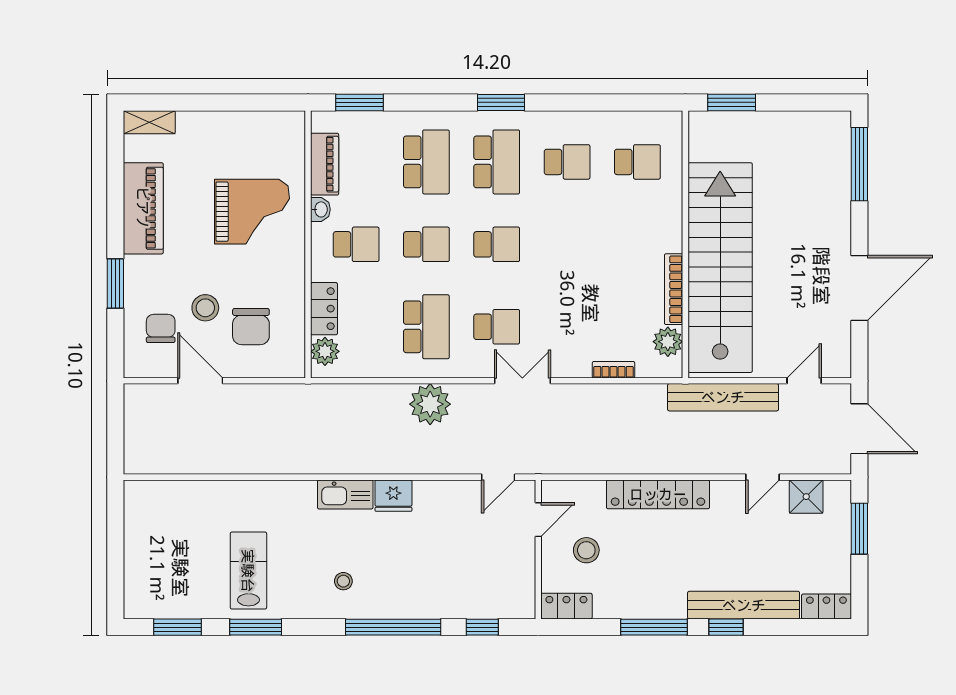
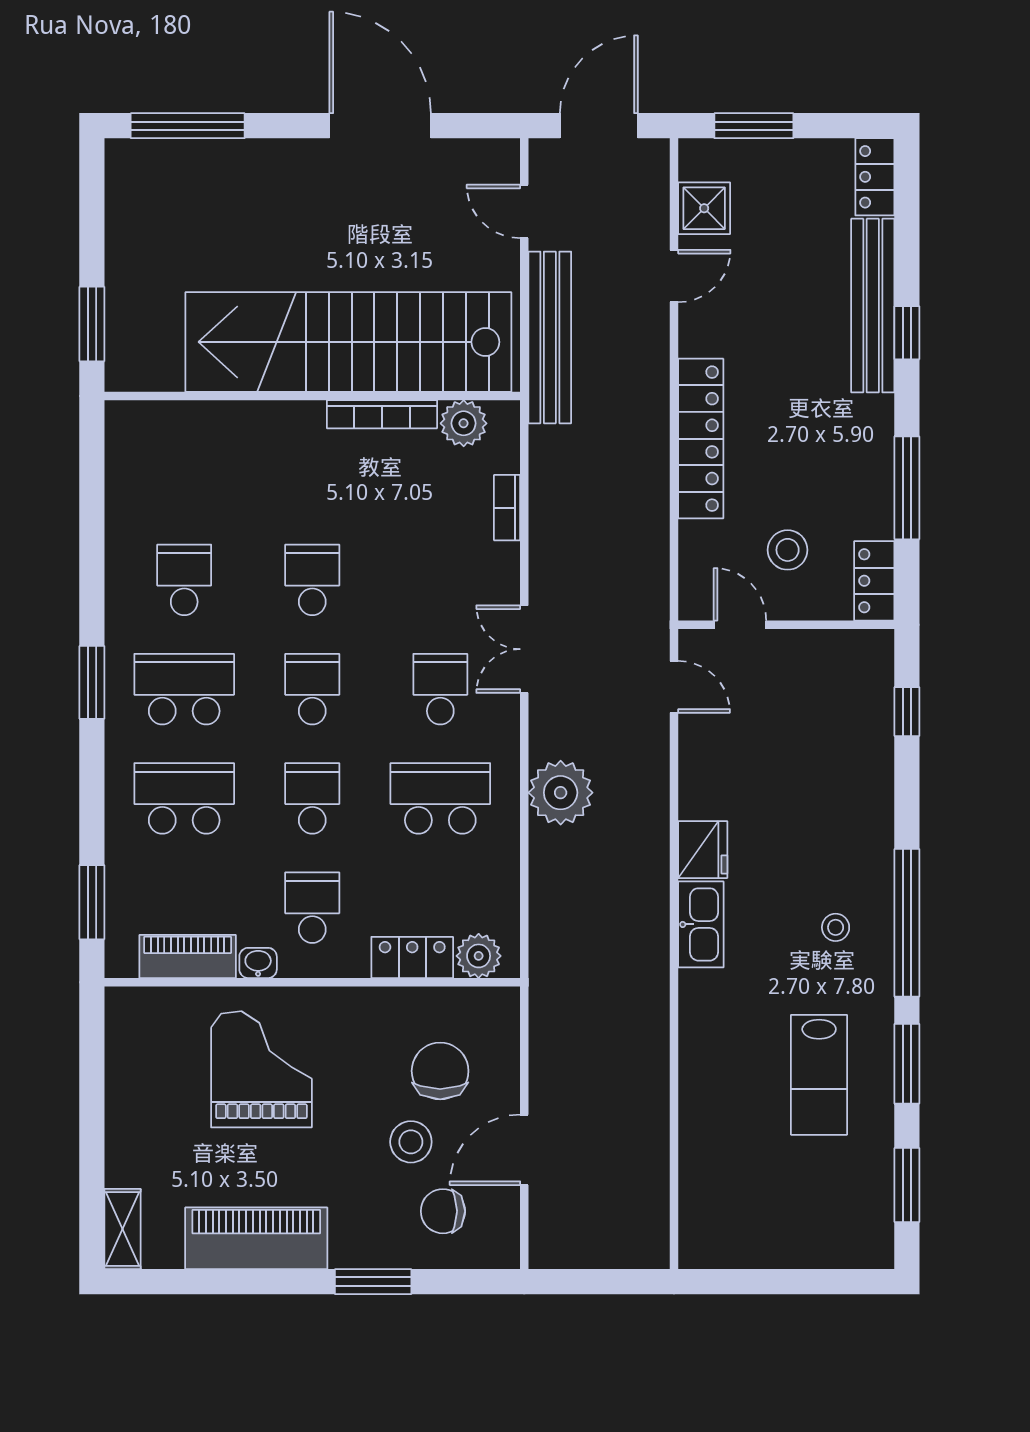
school desk: (637, 162) -> (312, 580), moved
chair: (251, 327) -> (440, 1071), turned -90
door: (763, 477) -> (674, 276), hinge flipped
lab bench: (248, 571) -> (819, 1075), turned -90
window: (393, 627) -> (907, 923), moved
window: (654, 627) -> (907, 488), moved

